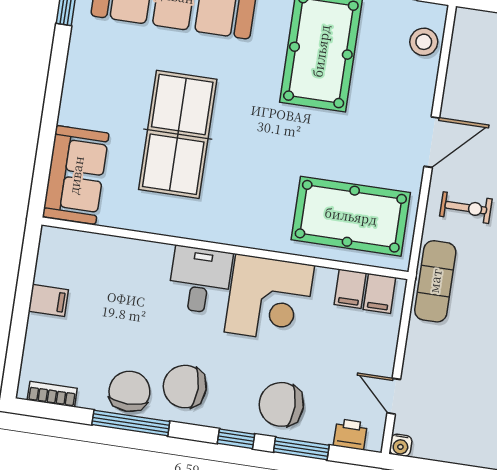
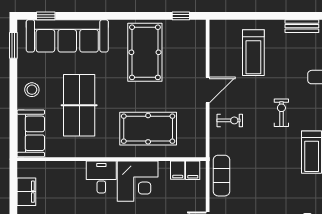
stool: (424, 42) -> (32, 90), moved
pool table: (351, 216) -> (148, 129), moved
exercise mat: (435, 281) -> (221, 176), moved
filing cabinet: (48, 300) -> (26, 192), width x2.00

